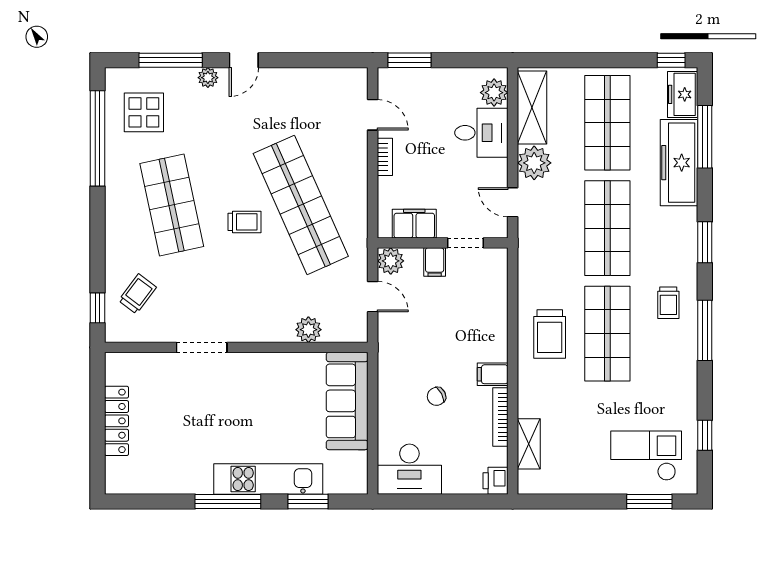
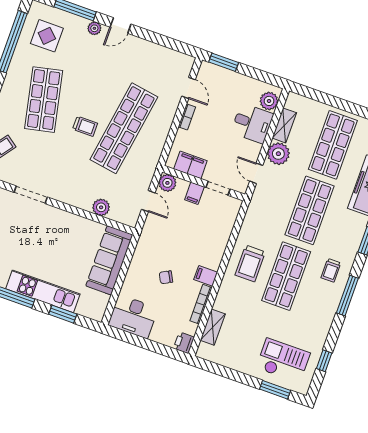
shelving: (532, 107) -> (284, 125), width x0.67, depth x0.75
shop shelf: (301, 205) -> (124, 128), turned 33

